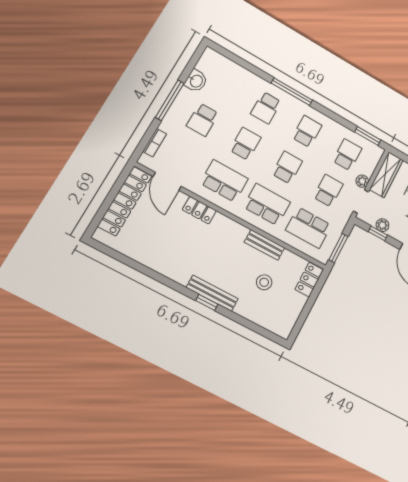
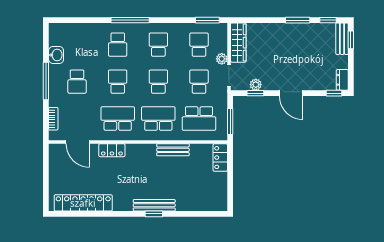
locker: (125, 201) -> (83, 203), moved, turned -90
stool: (264, 282) -> (188, 177), removed

